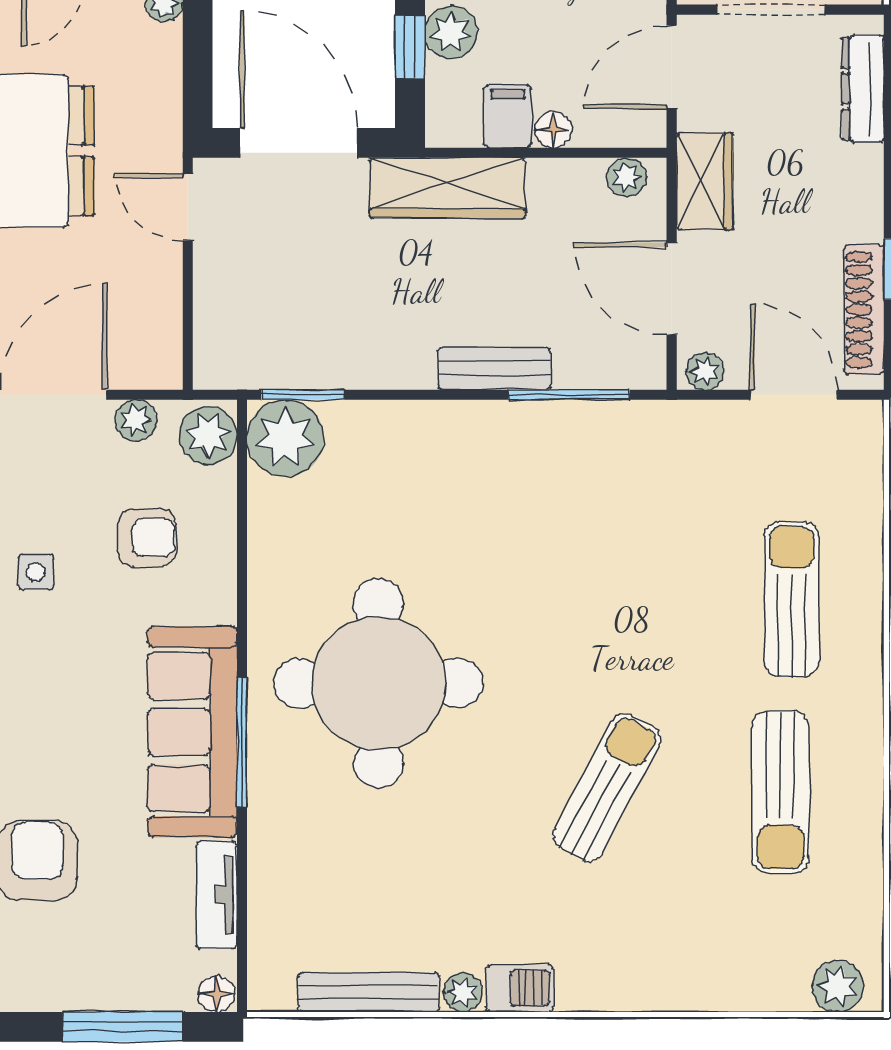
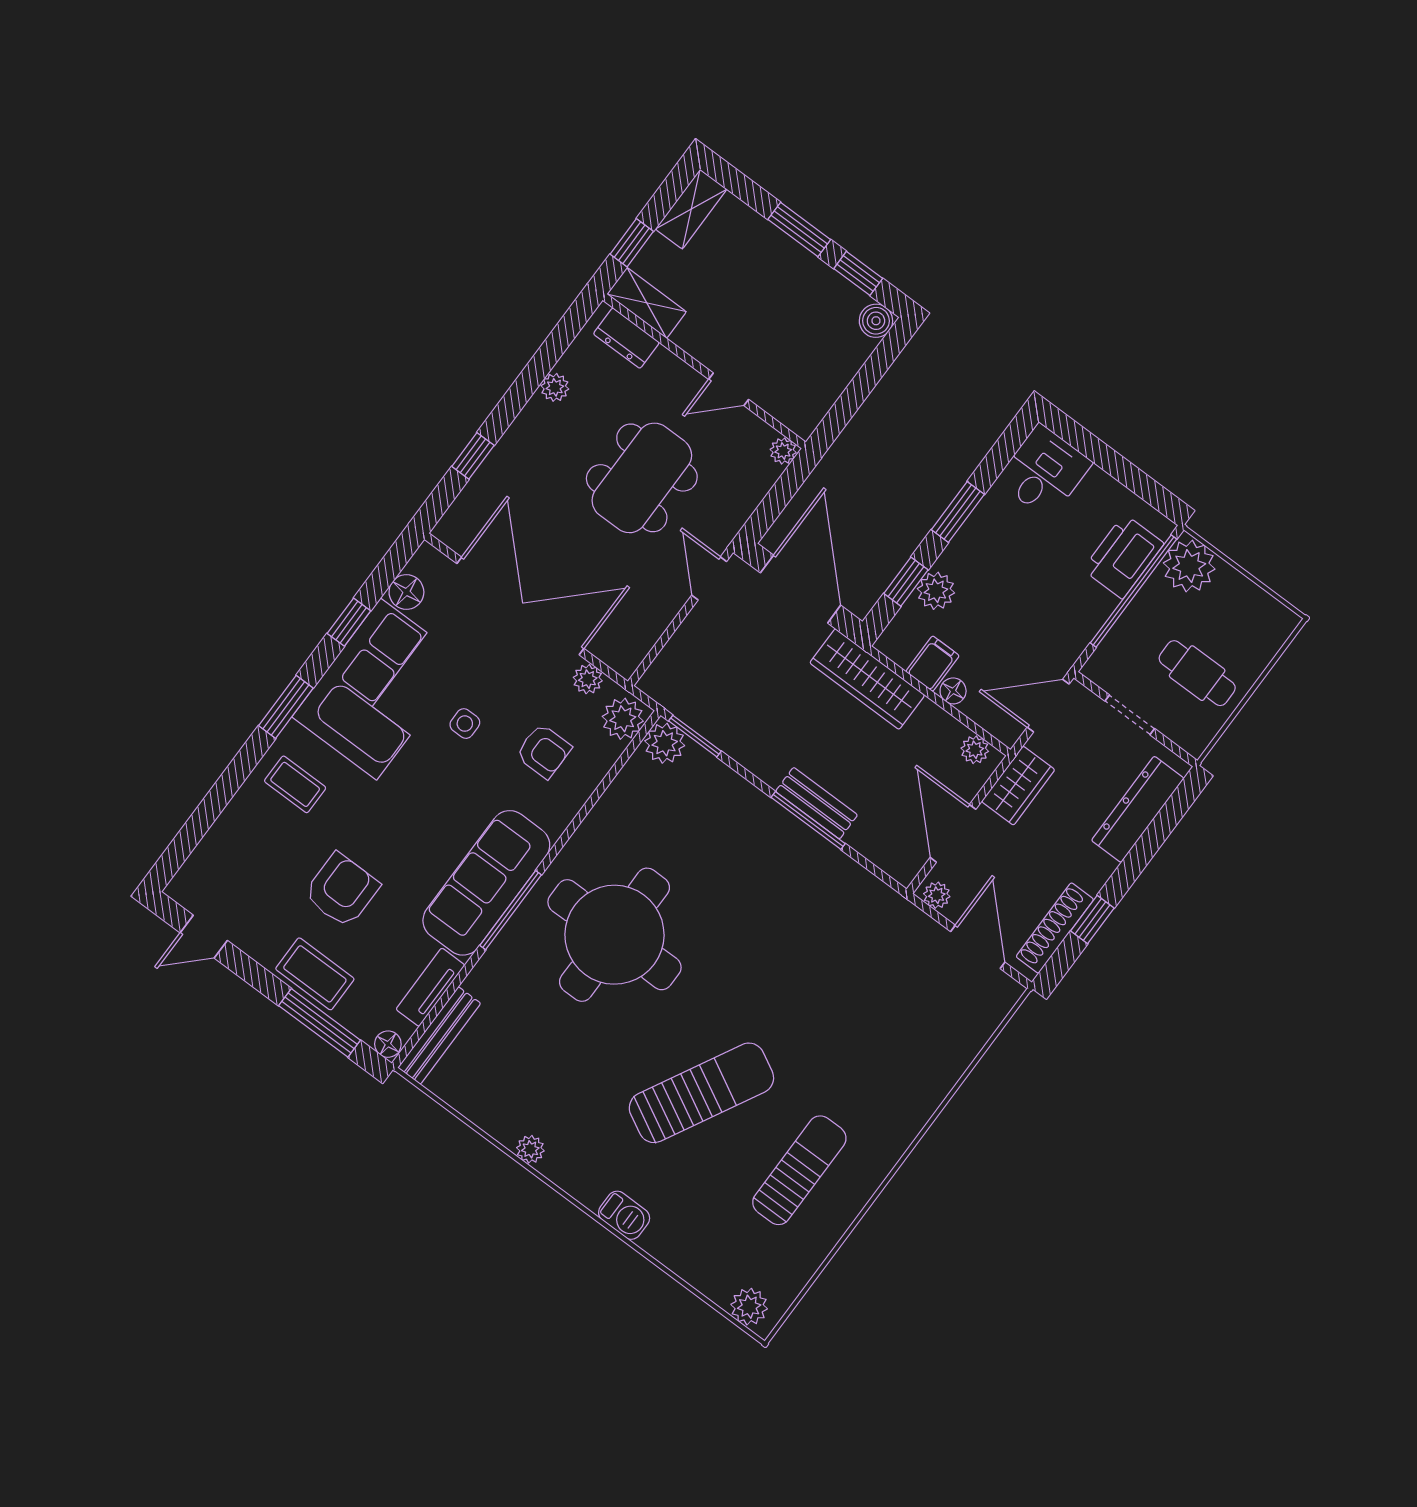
doorway: (770, 10) -> (1130, 715), width x0.73
dresser: (863, 89) -> (1138, 809), width x1.37, depth x1.24
window: (569, 395) -> (808, 820), moved
plant: (285, 438) -> (665, 743), width x0.73, depth x0.73
sun lounger: (792, 599) -> (889, 1064), removed
sun lounger: (607, 787) -> (701, 1093), width x1.36, depth x1.34
sun lounger: (781, 792) -> (799, 1170), turned 180
coffee table: (77, 976) -> (315, 974), added
barbecue: (520, 988) -> (624, 1215), moved
bench: (369, 992) -> (439, 1036), moved, turned 90

